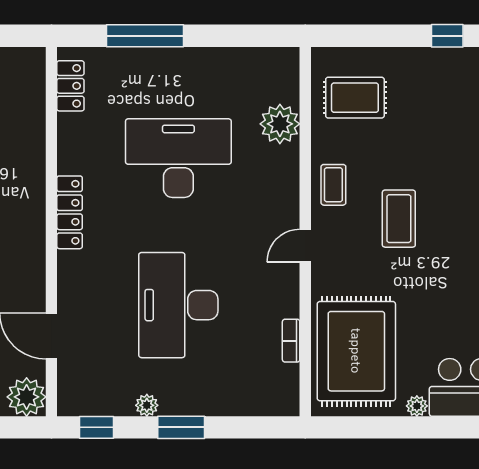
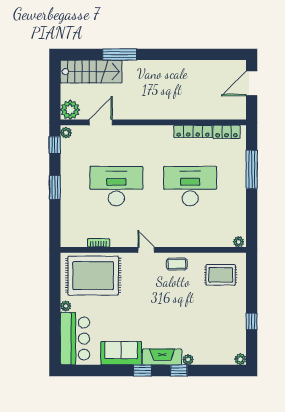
rug: (355, 98) -> (221, 275), turned 90
plant: (280, 124) -> (239, 242), moved, width x0.53, depth x0.53
desk: (178, 158) -> (190, 186), turned -90
locker: (70, 212) -> (193, 131), moved
coffee table: (399, 219) -> (160, 297), removed
plant: (147, 405) -> (66, 133), moved

